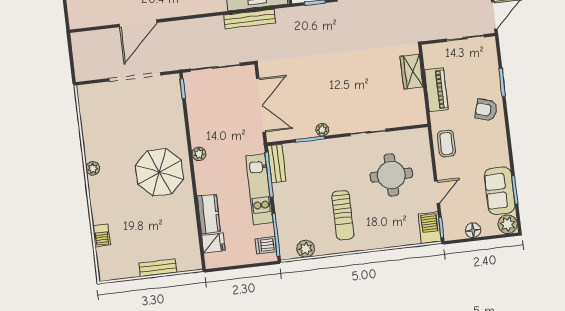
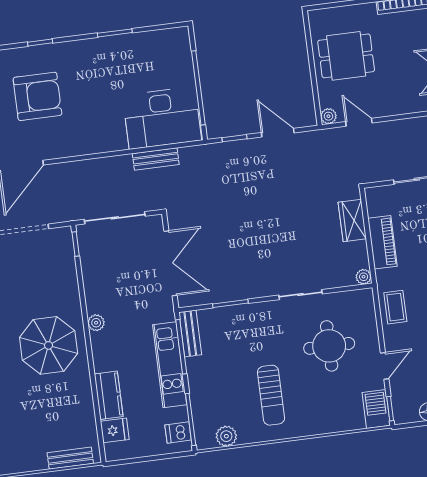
bench: (250, 19) -> (156, 159), width x0.73
plant: (322, 130) -> (364, 277), moved
bench: (158, 268) -> (70, 458), moved

